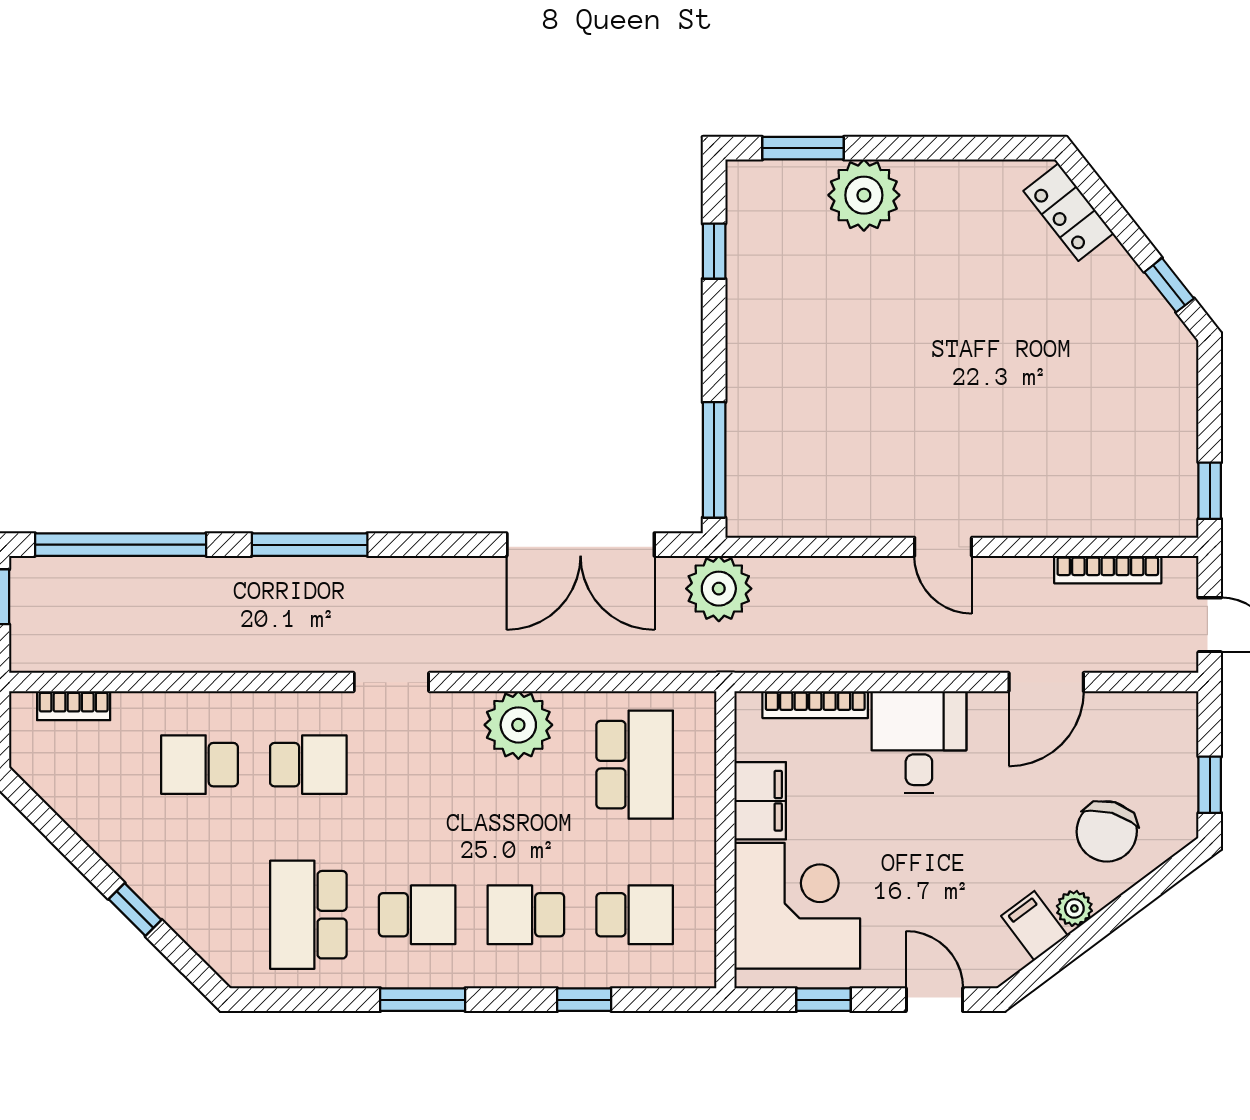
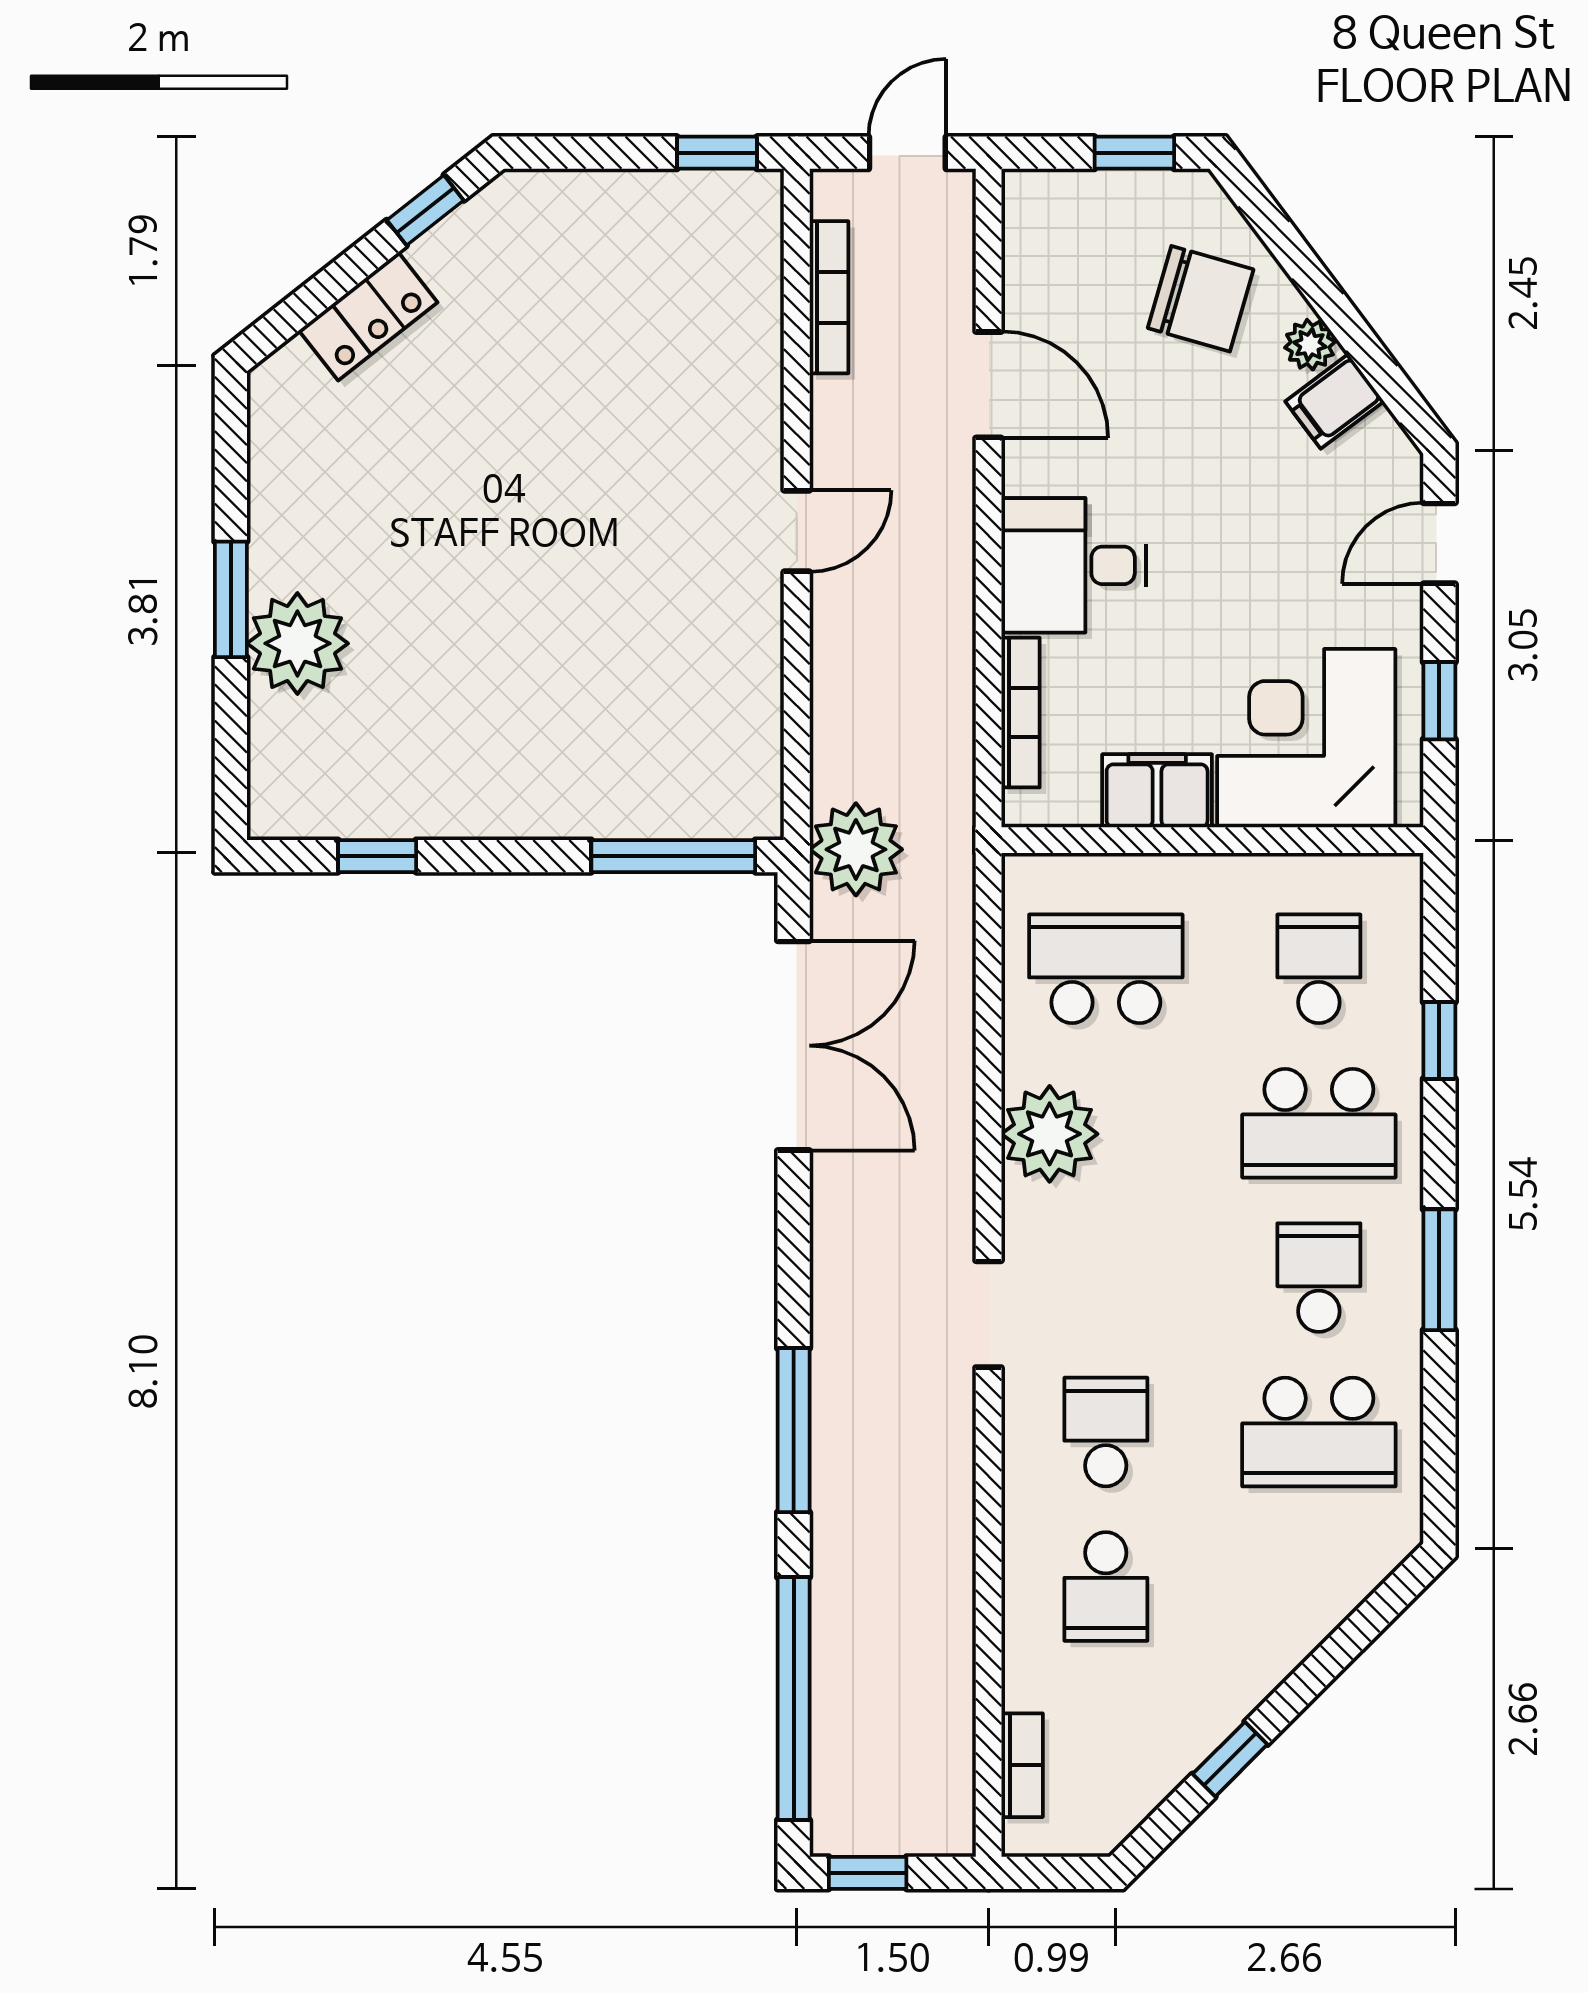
window: (803, 148) -> (231, 599), moved
locker: (1068, 212) -> (368, 316), moved
window: (135, 909) -> (1230, 1759), moved
school desk: (526, 915) -> (1319, 1123), width x1.85

